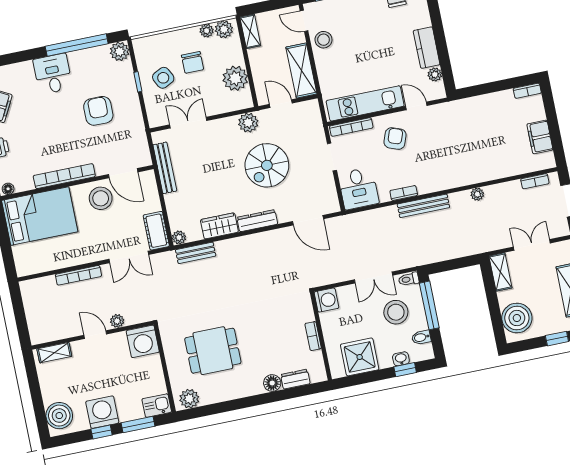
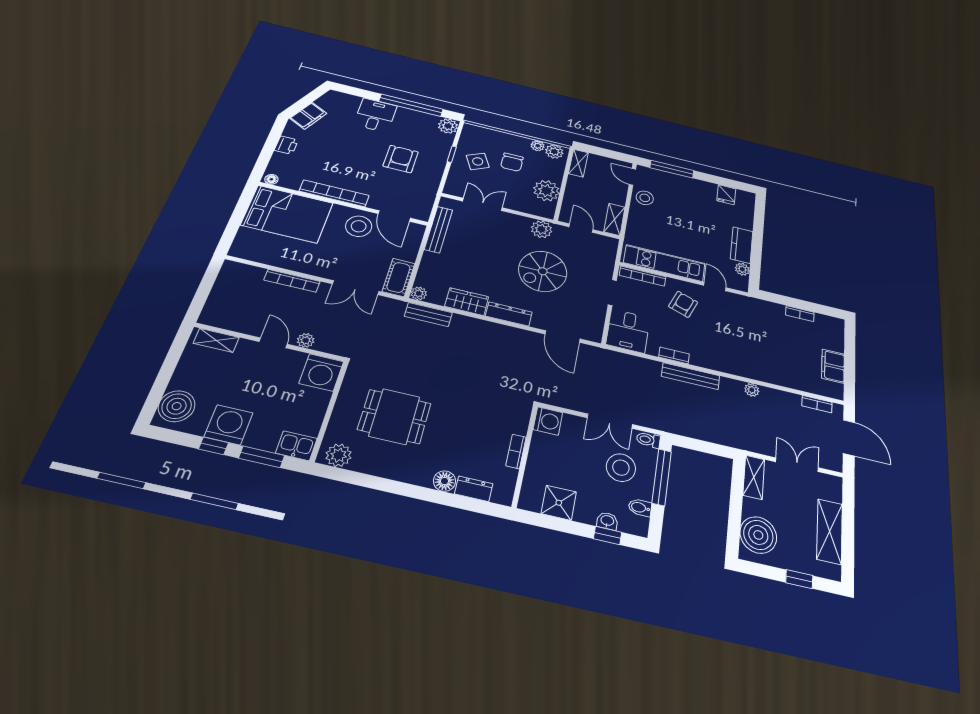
shelving: (301, 71) -> (614, 219), width x0.67, depth x0.75
bookcase: (527, 91) -> (800, 314), moved
shower: (360, 357) -> (559, 503), width x0.73, depth x0.73

